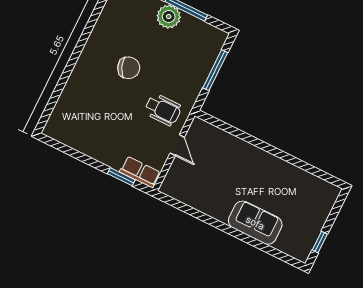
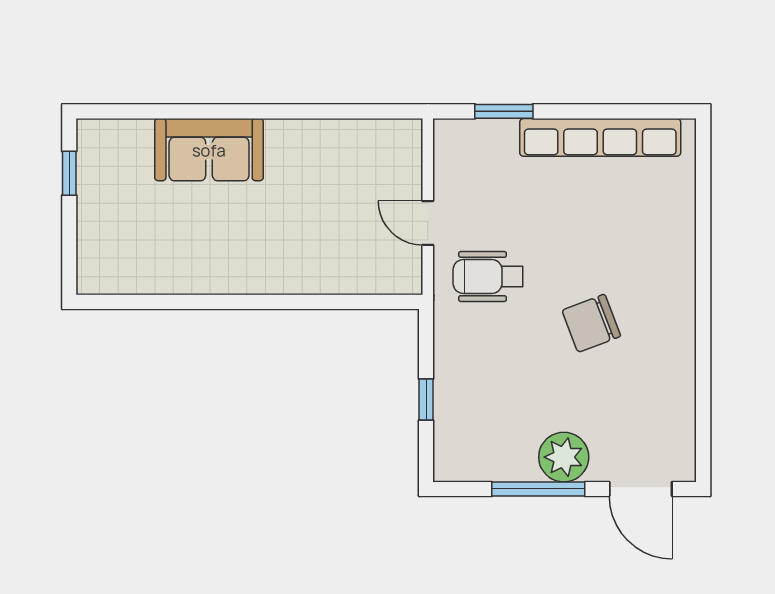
window: (215, 70) -> (426, 399), width x0.46
row of seats: (140, 172) -> (600, 137), moved, width x2.02

